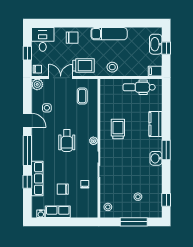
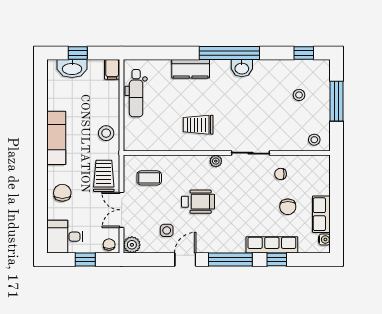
wheelchair: (67, 141) -> (198, 202), moved
window: (166, 150) -> (229, 53), width x2.11

